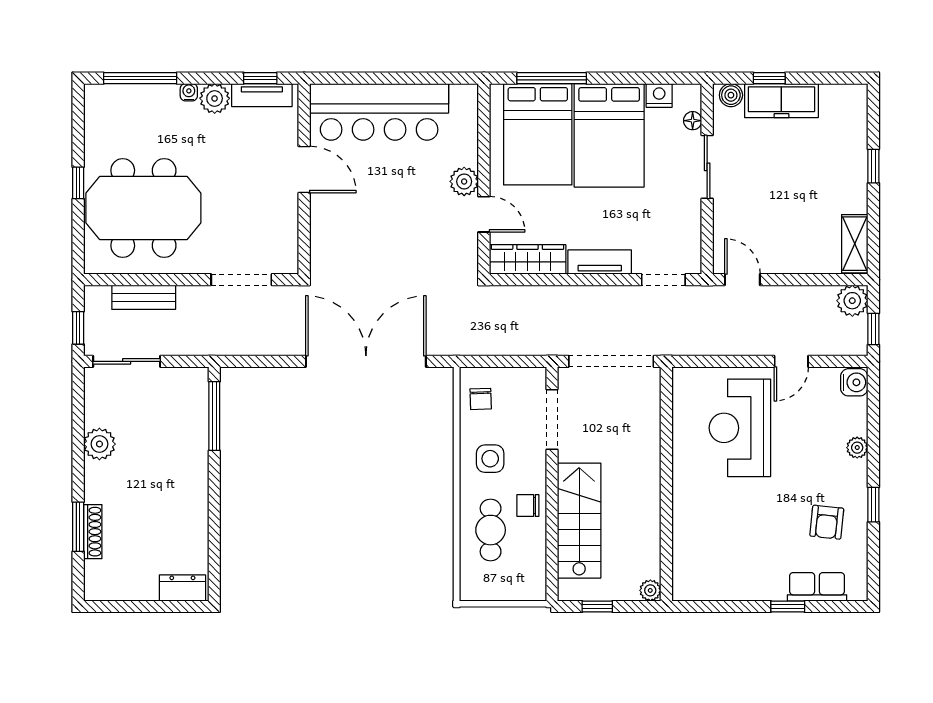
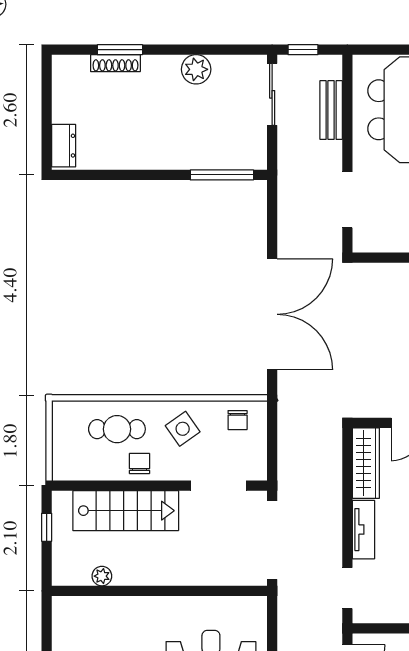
chair: (481, 399) -> (238, 420), turned -88
side table: (490, 459) -> (183, 429), turned -35
plant: (650, 590) -> (102, 576), moved

